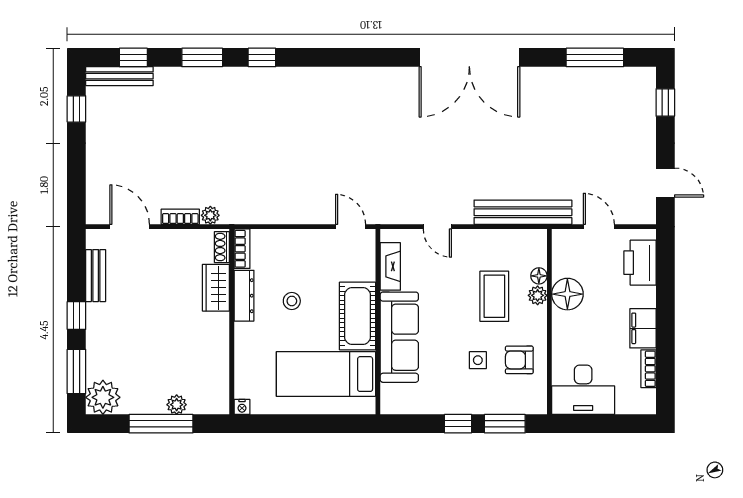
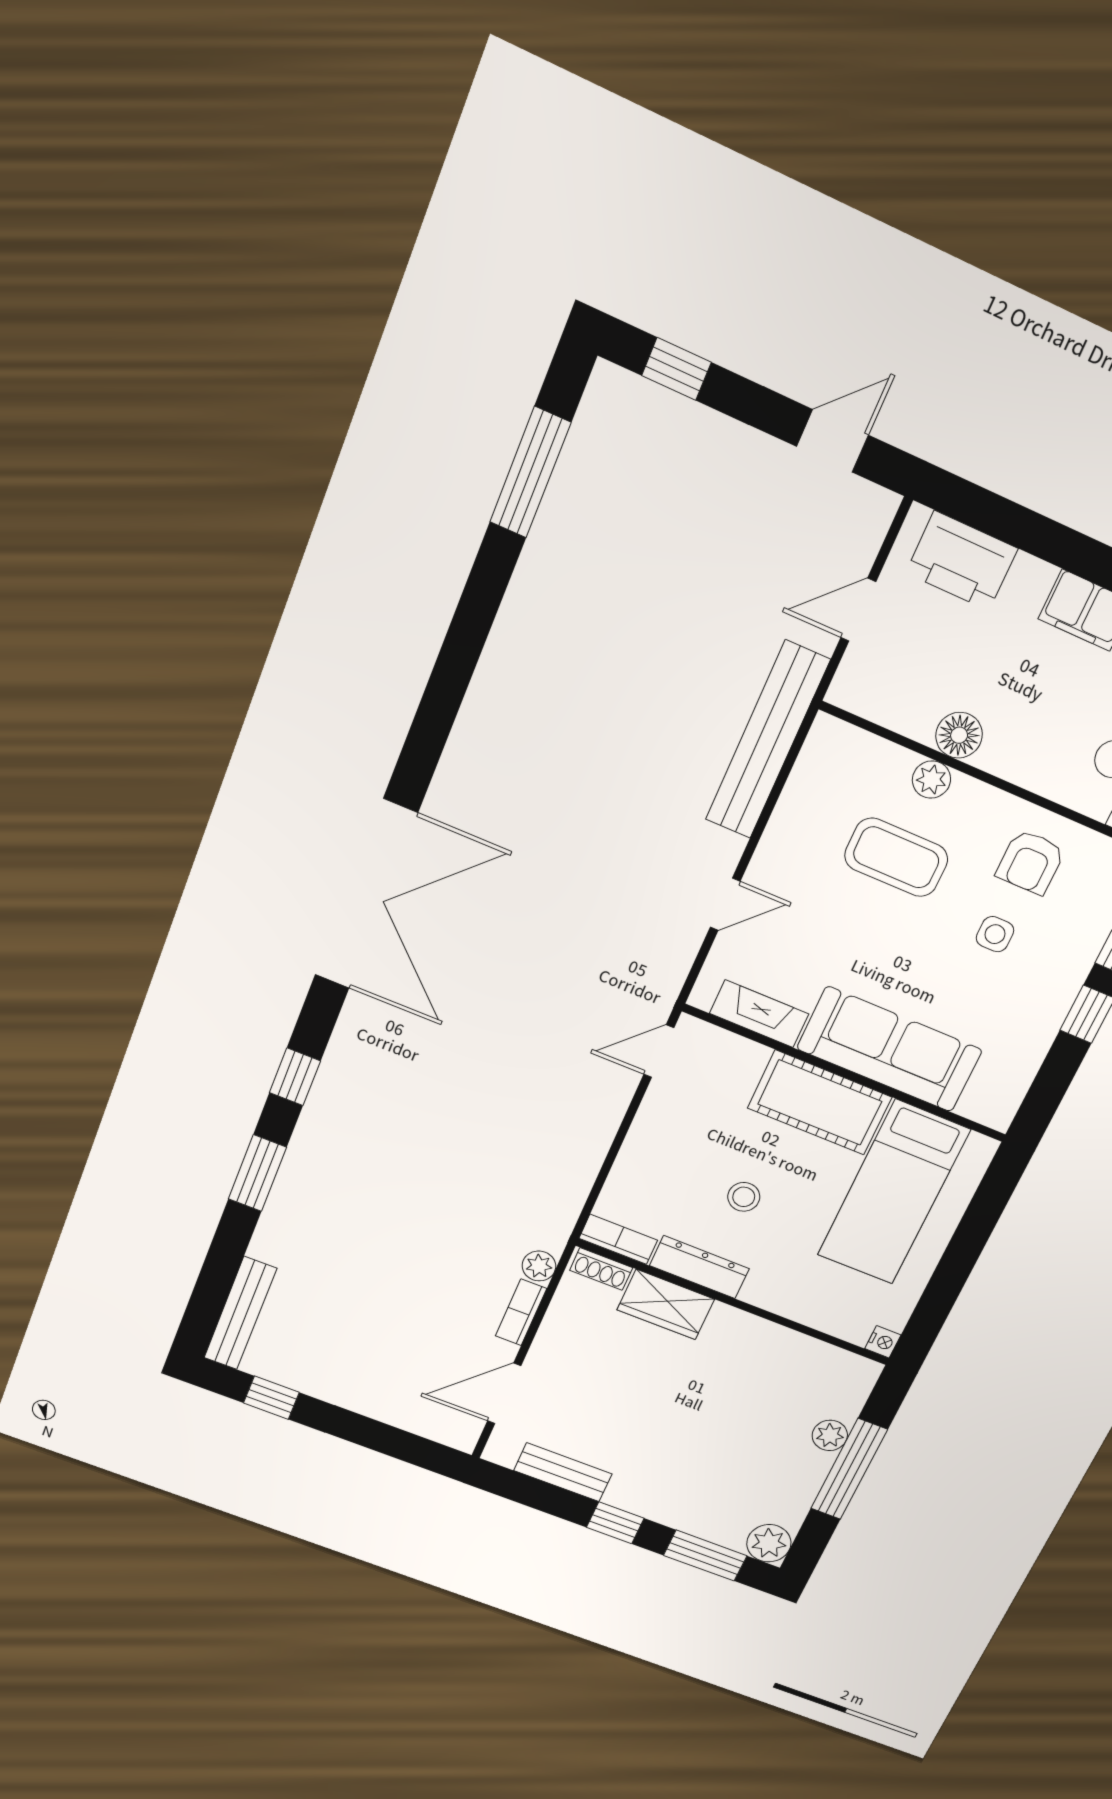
window: (133, 57) -> (216, 1280), removed
double door: (469, 57) -> (366, 895), moved
floor lamp: (539, 276) -> (897, 762), removed
floor lamp: (567, 294) -> (959, 735), width x0.73, depth x0.73
plant: (103, 397) -> (769, 1543), width x0.73, depth x0.73

